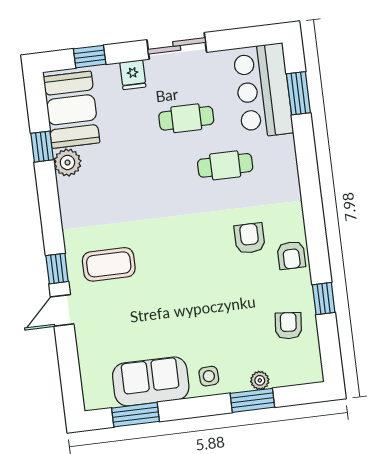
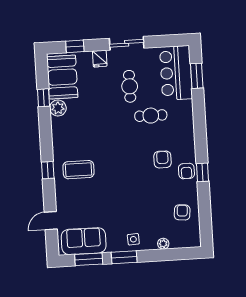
cafe table: (186, 118) -> (130, 86), turned 90
window: (324, 299) -> (202, 172), moved
door: (62, 310) -> (51, 221), moved
sofa: (151, 381) -> (84, 241), moved
window: (252, 400) -> (124, 257), moved

